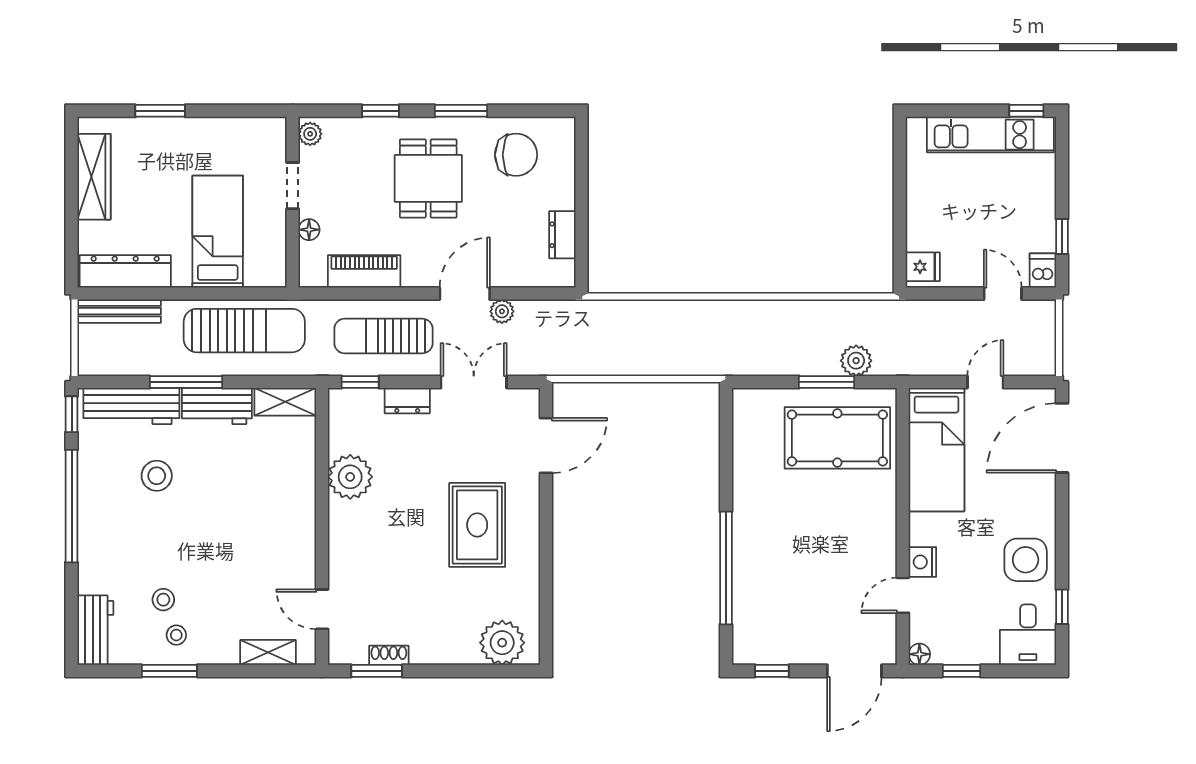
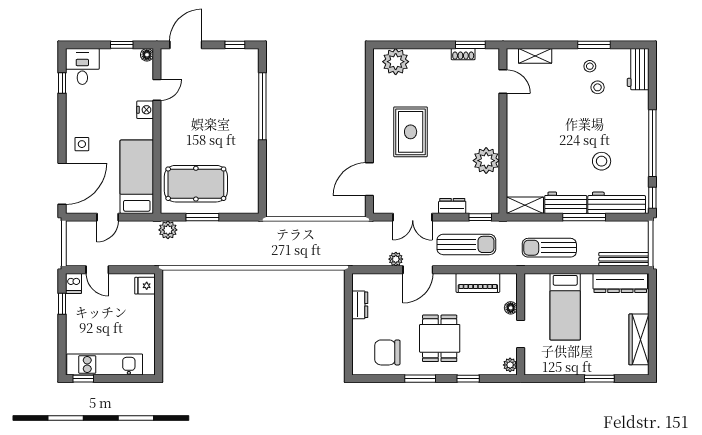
sun lounger: (244, 331) -> (549, 248), width x0.73, depth x0.75
plant: (856, 361) -> (168, 230), moved
side table: (1026, 560) -> (82, 144), moved, width x0.54, depth x0.54

